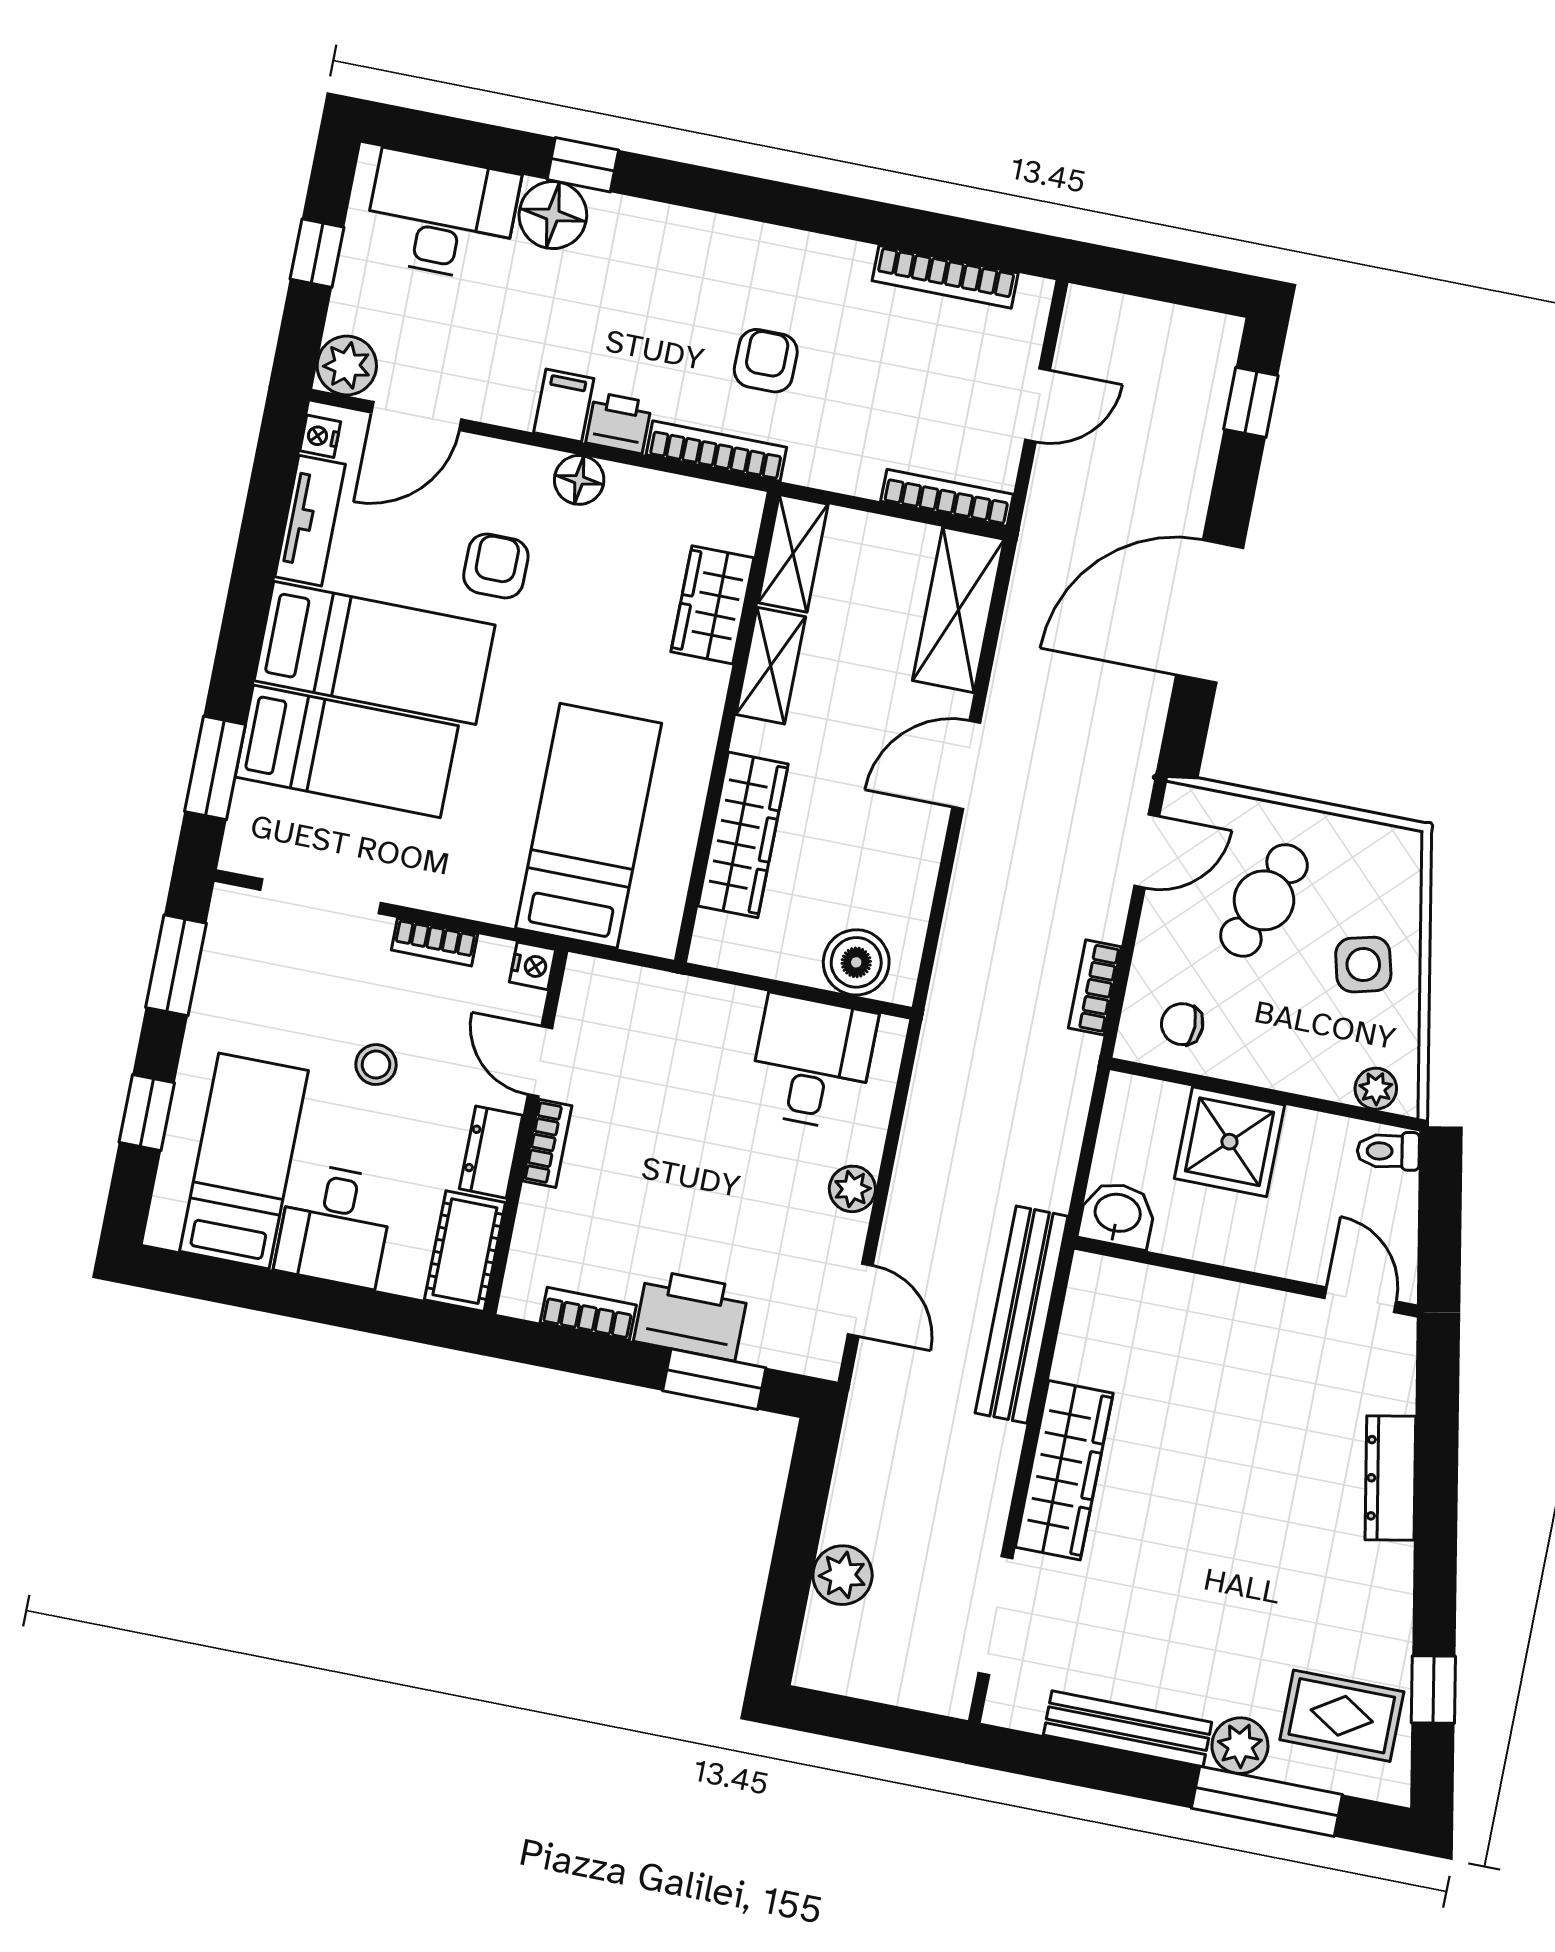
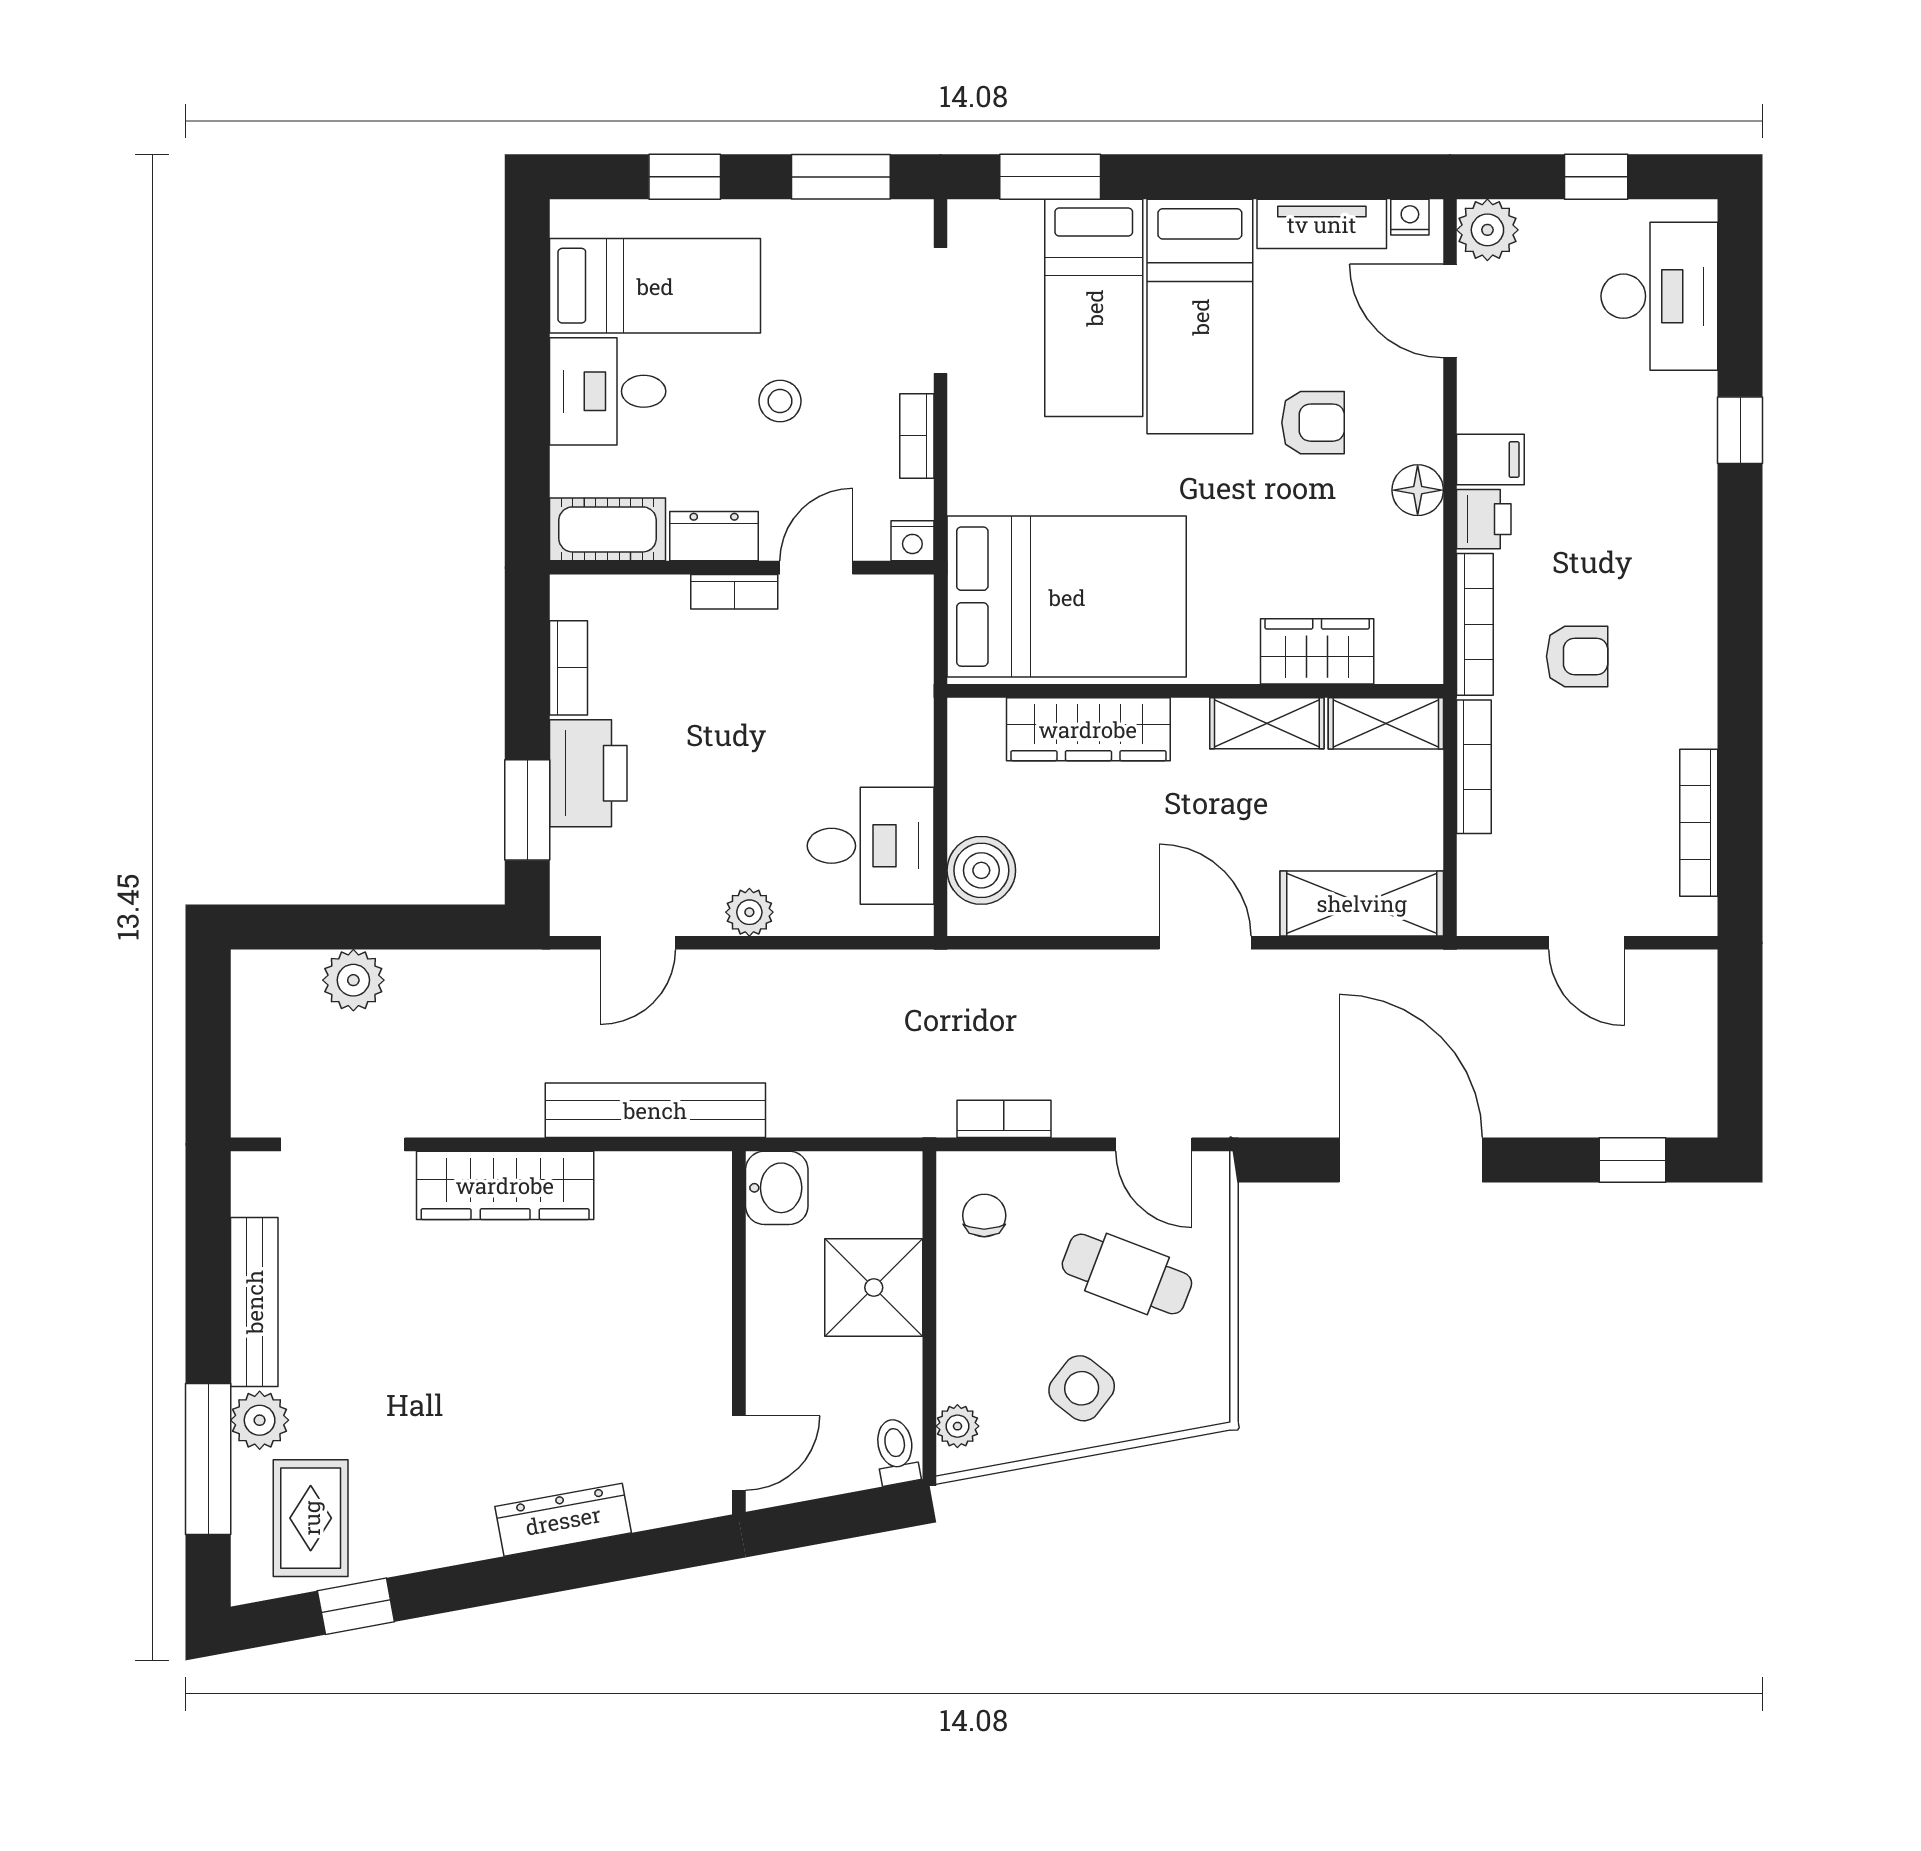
floor lamp: (553, 215) -> (1683, 410), removed
bookcase: (947, 498) -> (1474, 767), moved
bed: (589, 826) -> (1067, 597), width x1.50
side table: (1363, 965) -> (1082, 1388), turned -38

